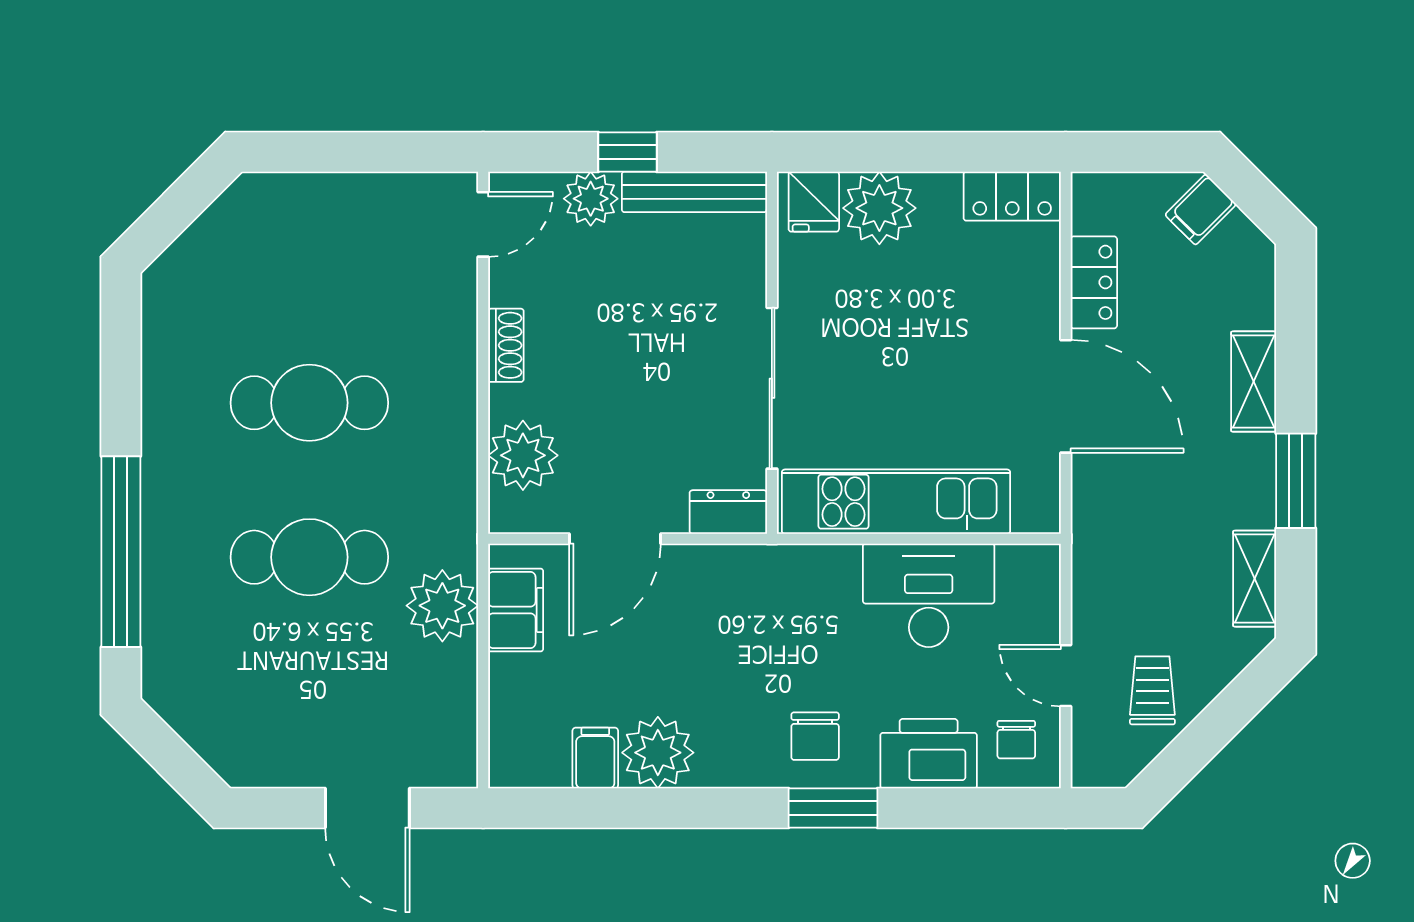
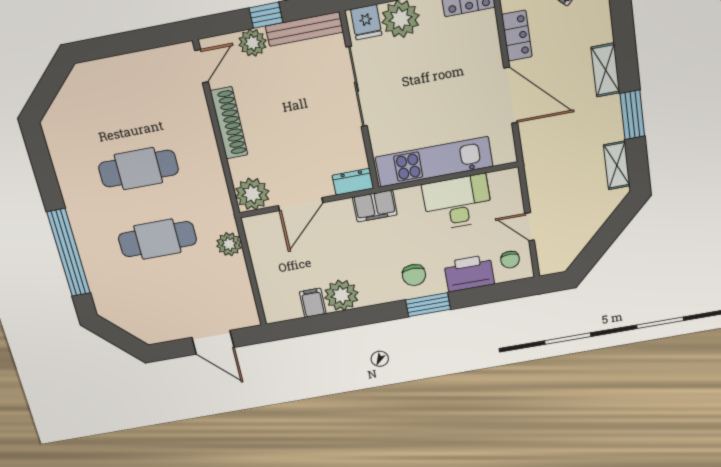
shoe rack: (506, 345) -> (229, 123), width x1.94, depth x1.24
sliding door: (772, 388) -> (357, 87), moved
plant: (523, 455) -> (252, 194), moved
plant: (442, 606) -> (229, 244), width x0.73, depth x0.73
filing cabinet: (516, 610) -> (375, 206), moved, turned 90
trolley: (1152, 690) -> (573, 226), removed

